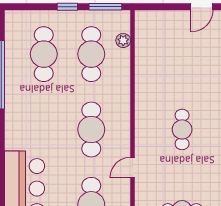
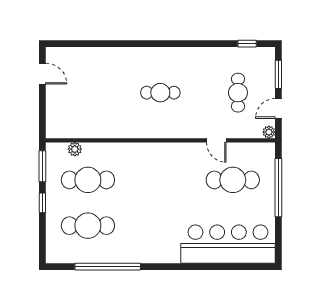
cafe table: (91, 129) -> (160, 180), removed
door: (132, 168) -> (216, 140), moved

